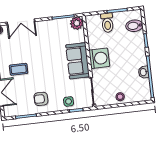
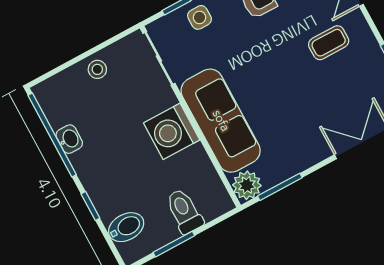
sofa: (78, 61) -> (221, 121), width x1.36

